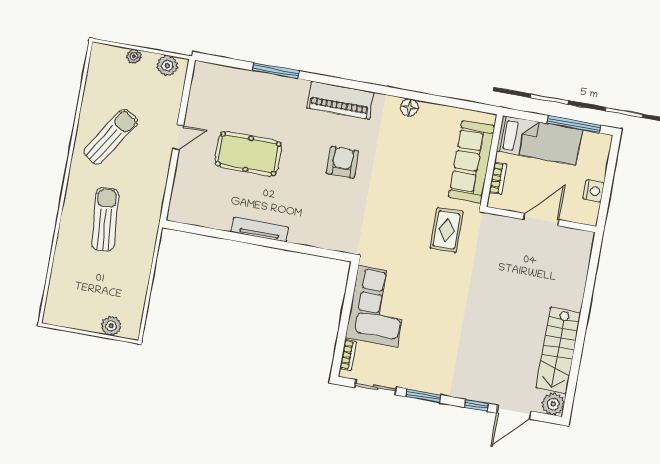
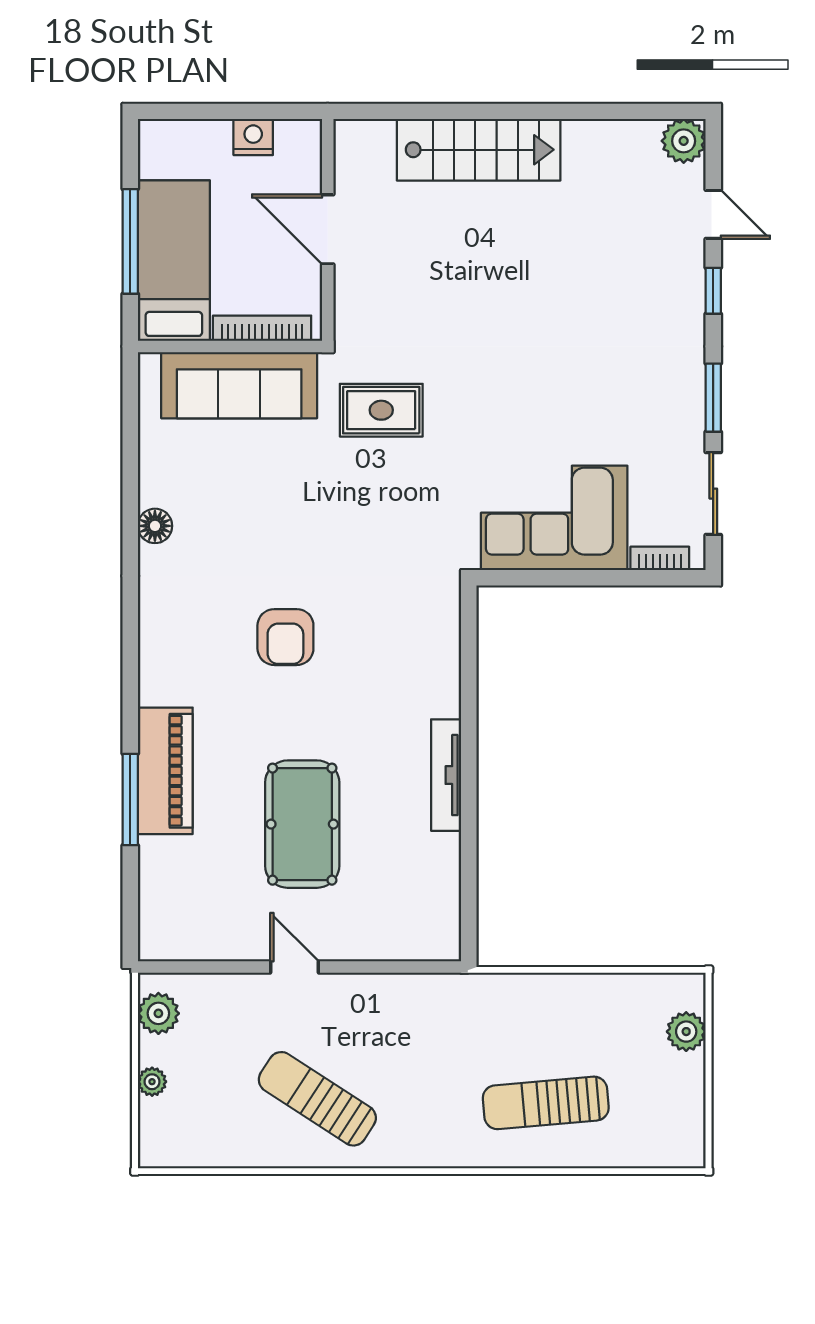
piano: (340, 100) -> (165, 771), moved
window: (574, 124) -> (130, 241), moved
armchair: (343, 162) -> (285, 637), turned -90
bookcase: (498, 178) -> (262, 328), width x1.56
sun lounger: (105, 219) -> (546, 1103), moved
stairs: (558, 350) -> (479, 150), moved
door: (514, 412) -> (713, 214), width x0.73

